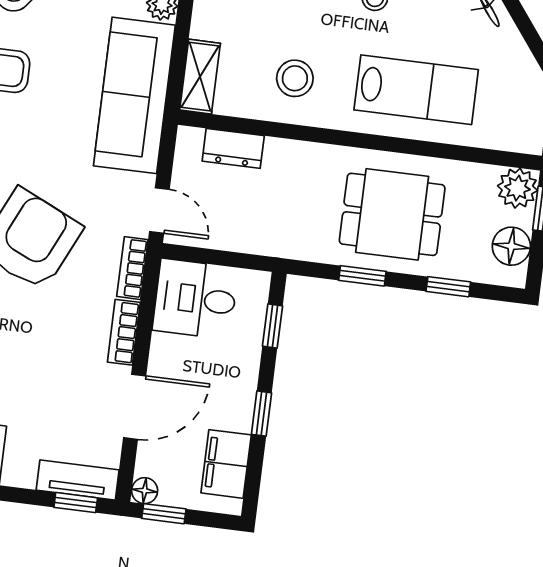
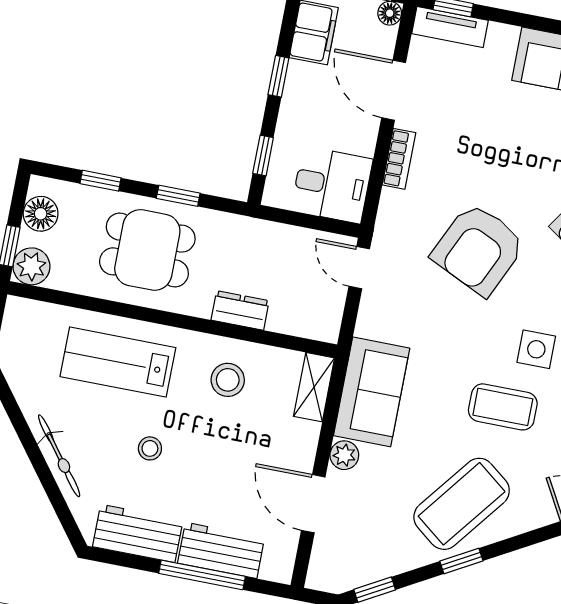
sofa: (134, 95) -> (372, 392), width x0.73
dresser: (233, 148) -> (240, 310), moved
bookcase: (132, 268) -> (387, 217), removed
door: (135, 407) -> (394, 90), hinge flipped

